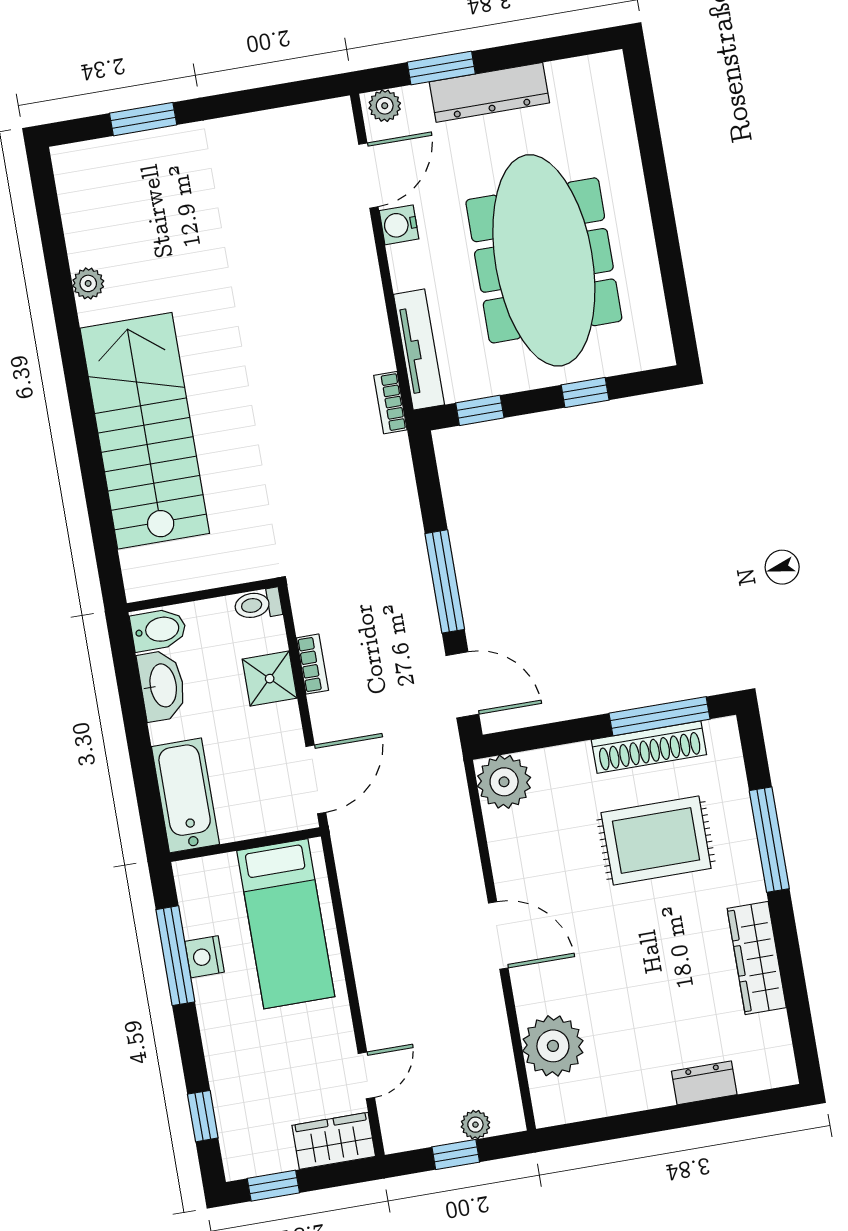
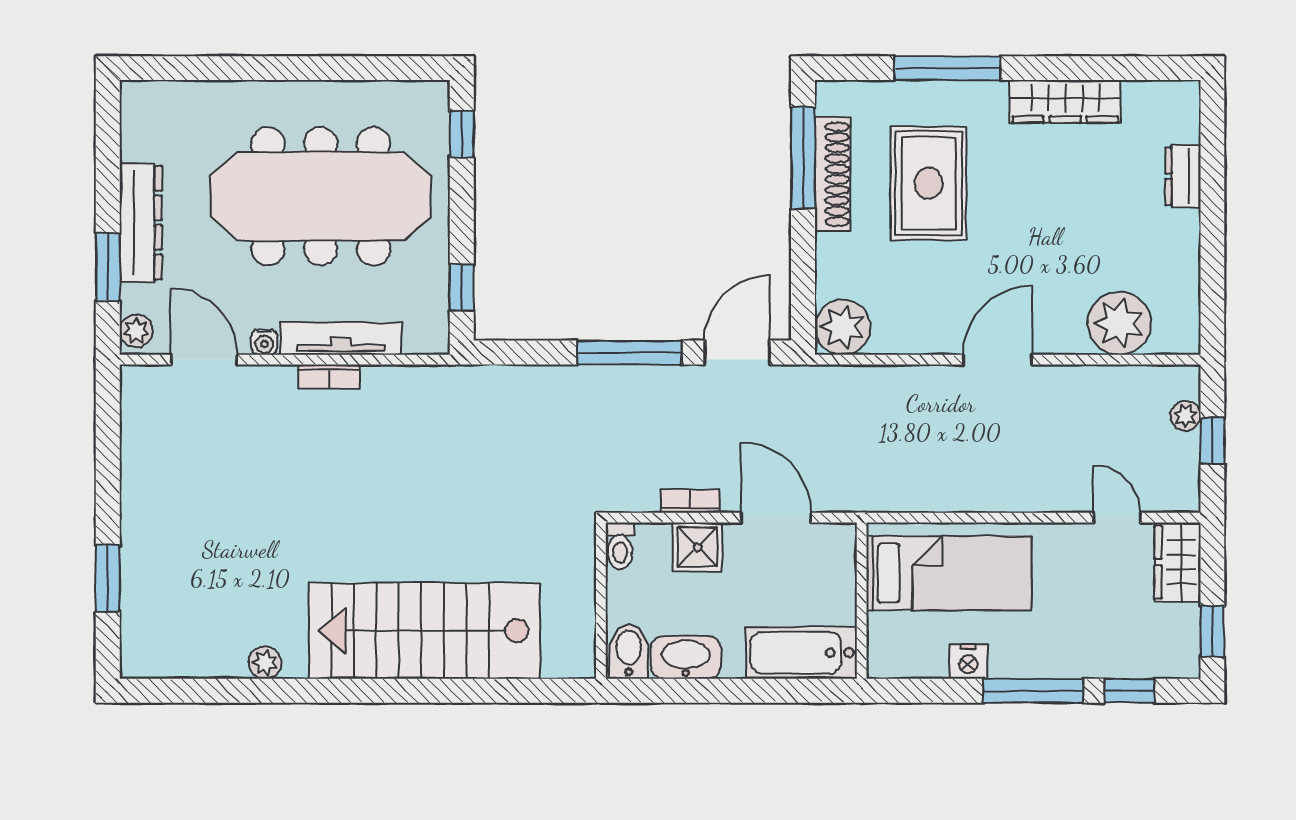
water cooler: (399, 225) -> (264, 342), width x0.72, depth x0.72
tv unit: (419, 350) -> (341, 339), moved
window: (585, 392) -> (462, 134), moved
bookcase: (390, 403) -> (329, 377), moved
door: (316, 779) -> (776, 518), moved
window: (175, 956) -> (1033, 691), moved

